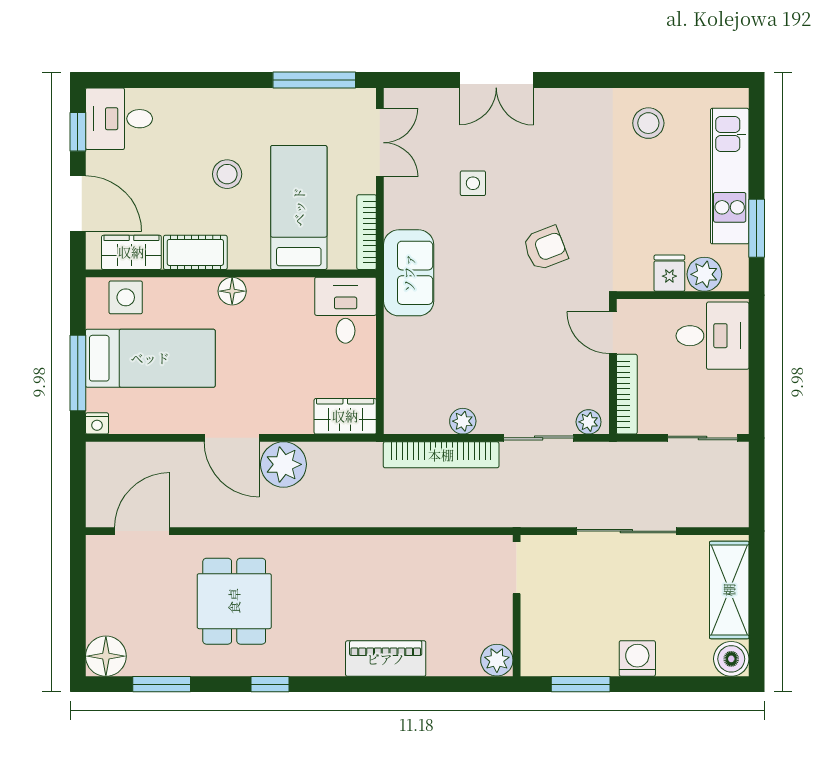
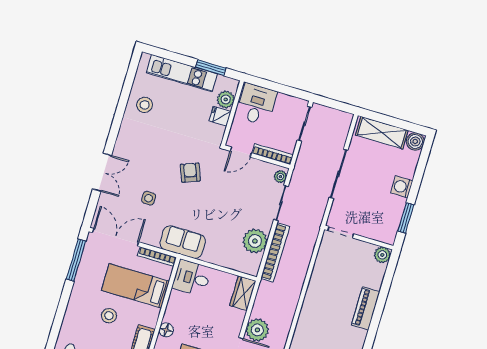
double door: (380, 143) -> (116, 237), width x1.37
plant: (463, 421) -> (255, 241), width x1.88, depth x1.88

